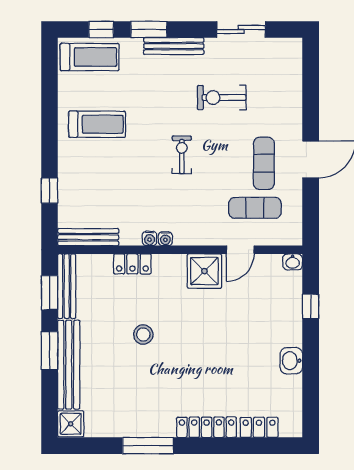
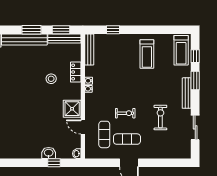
exercise bike: (182, 155) -> (125, 113), moved
stool: (143, 335) -> (51, 79), moved
washbasin: (291, 361) -> (49, 153), moved

